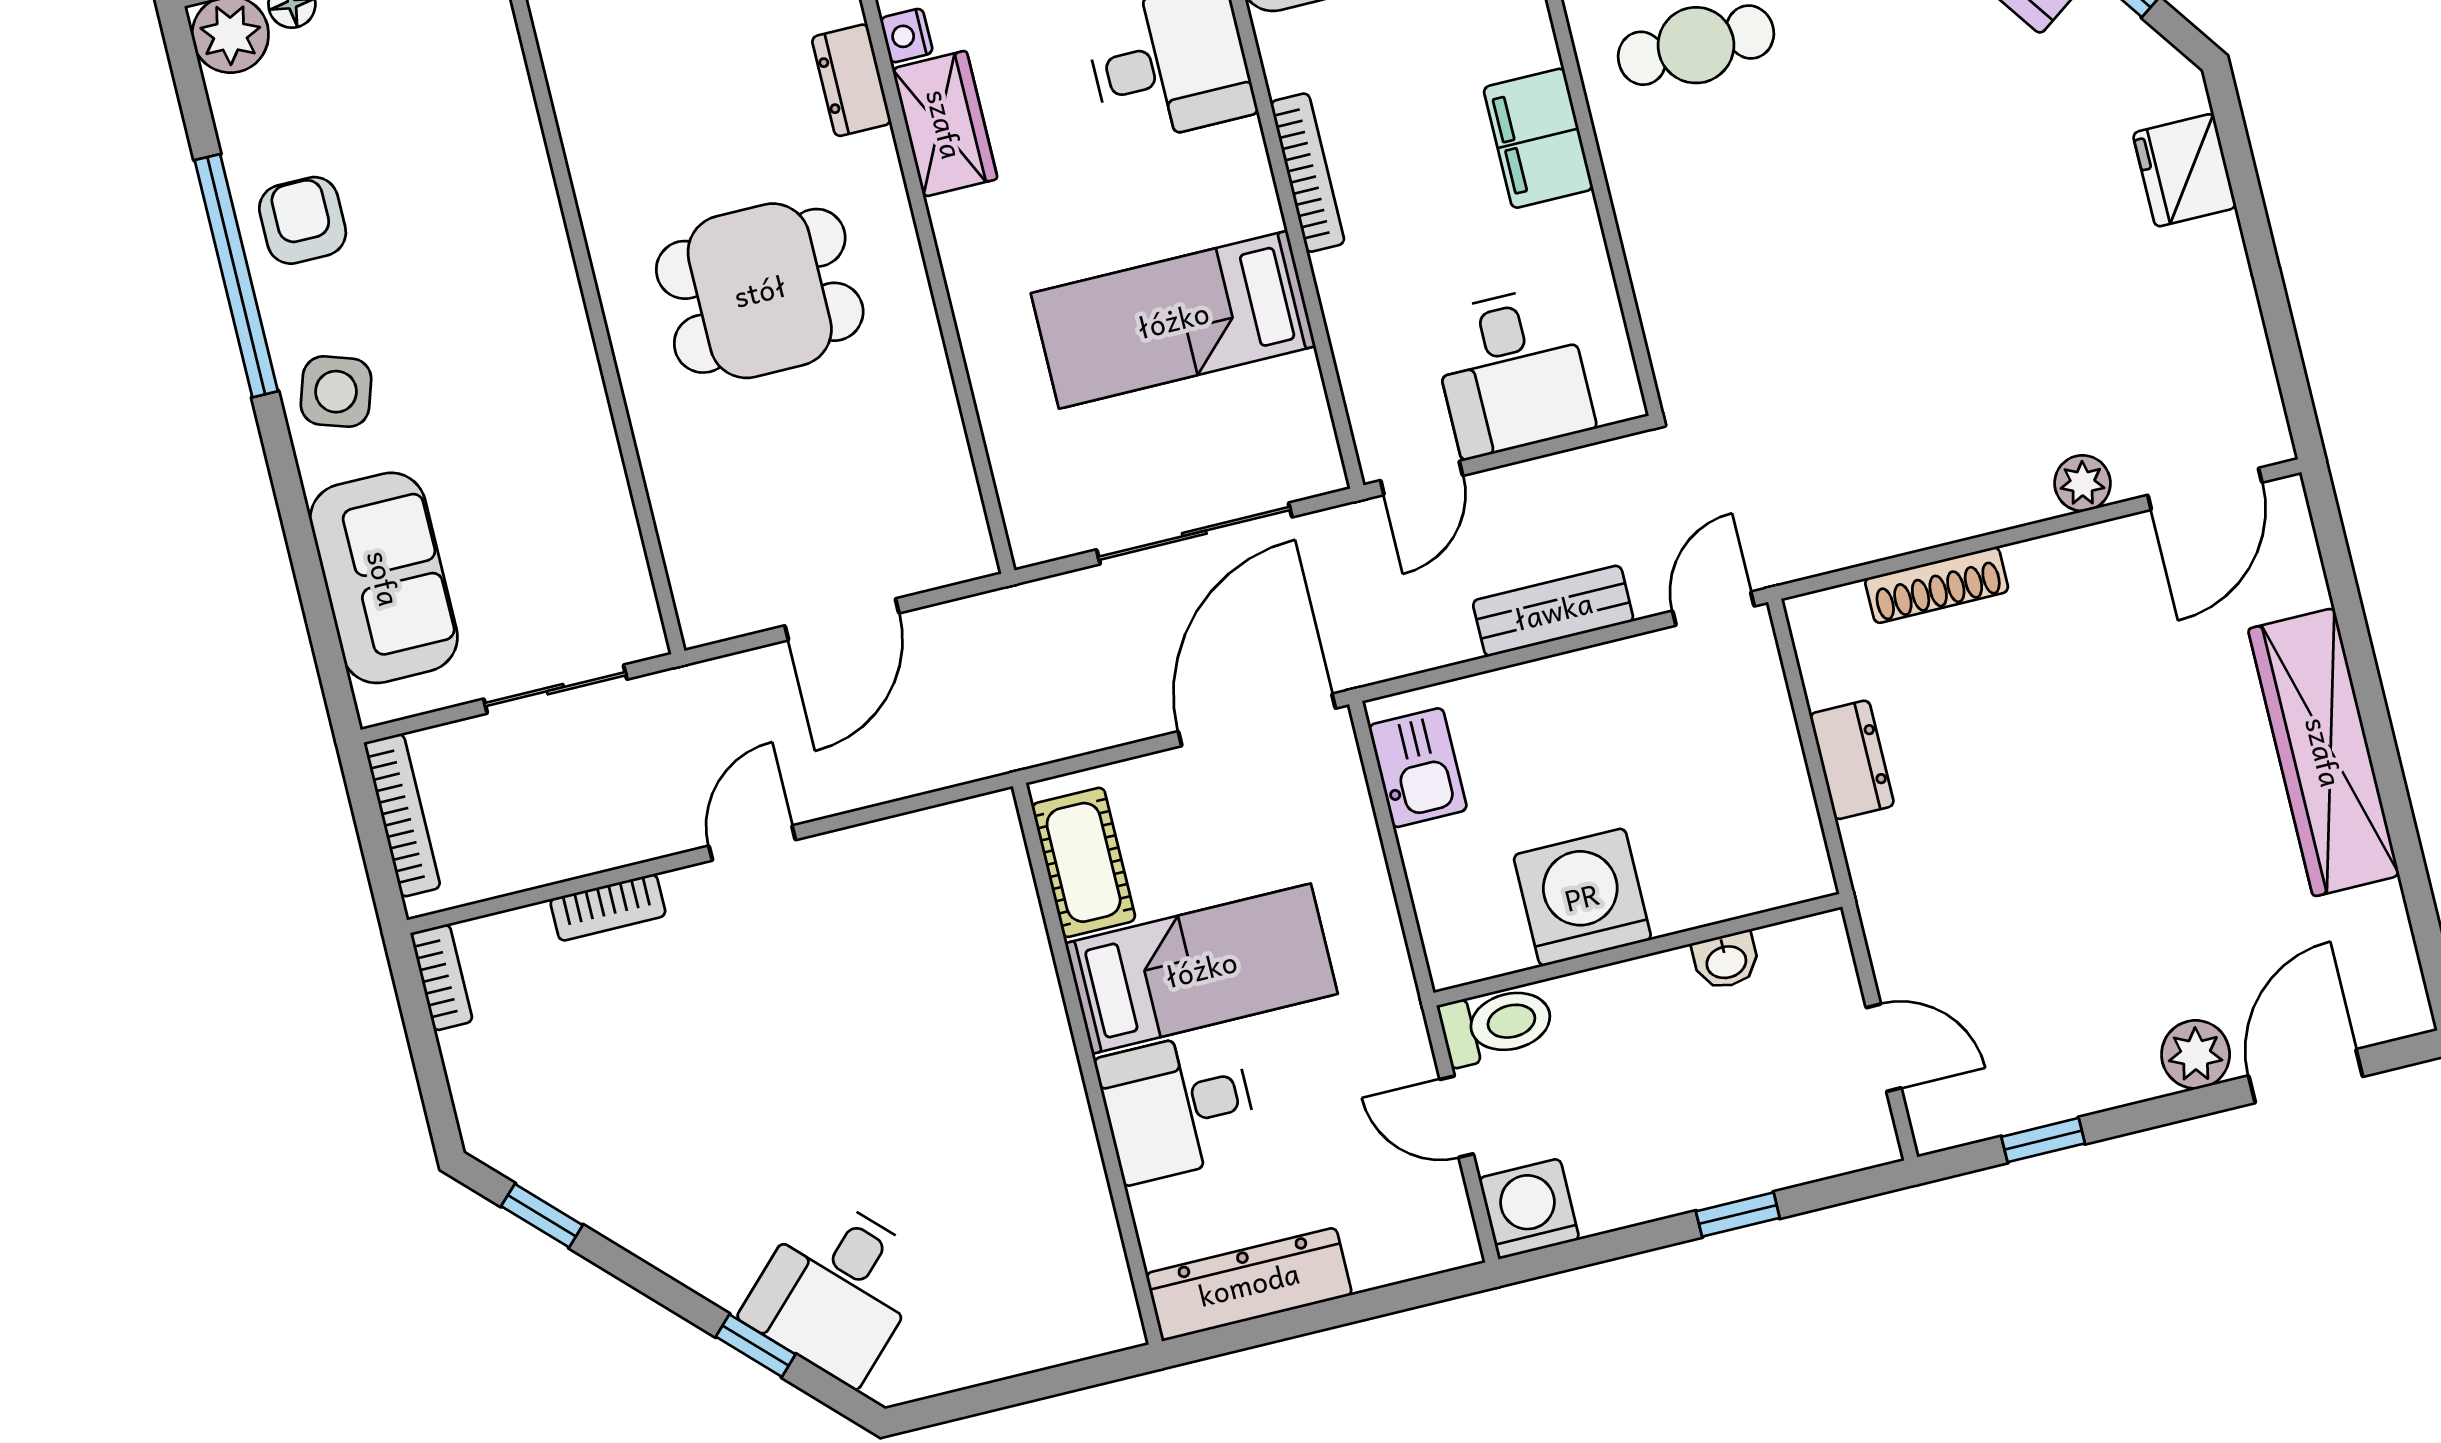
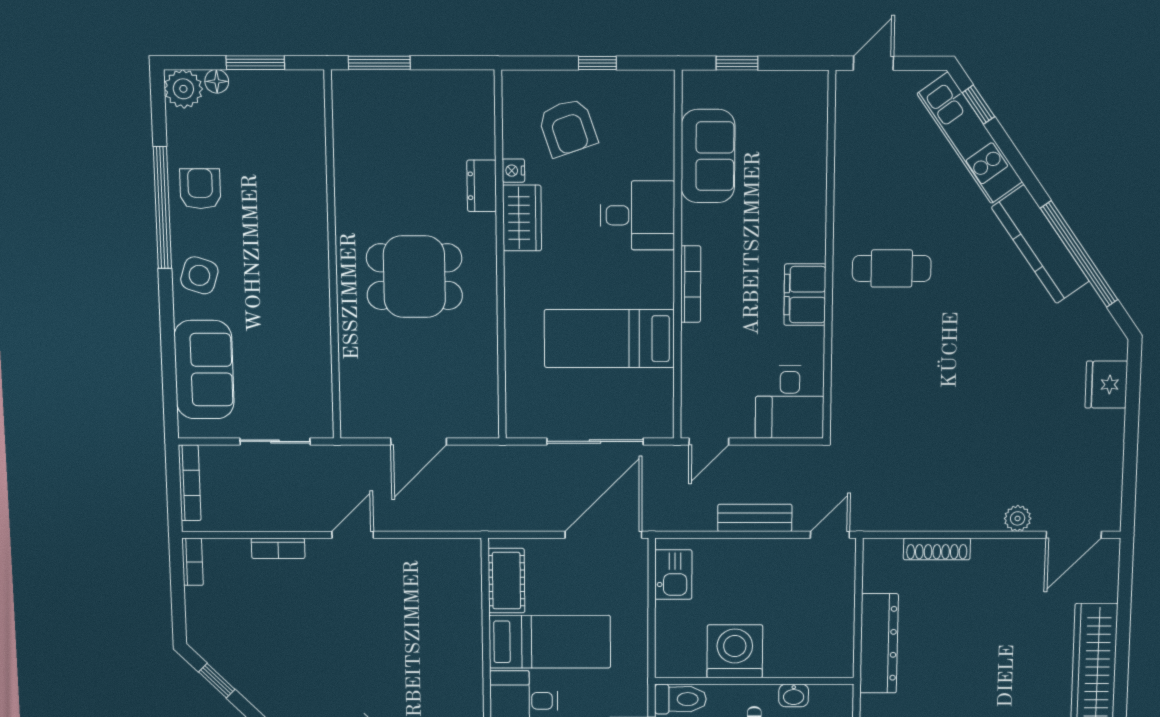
desk: (1512, 372) -> (790, 402), moved
dresser: (1852, 760) -> (879, 643), width x1.96, depth x1.24

